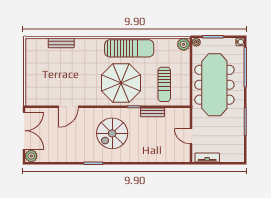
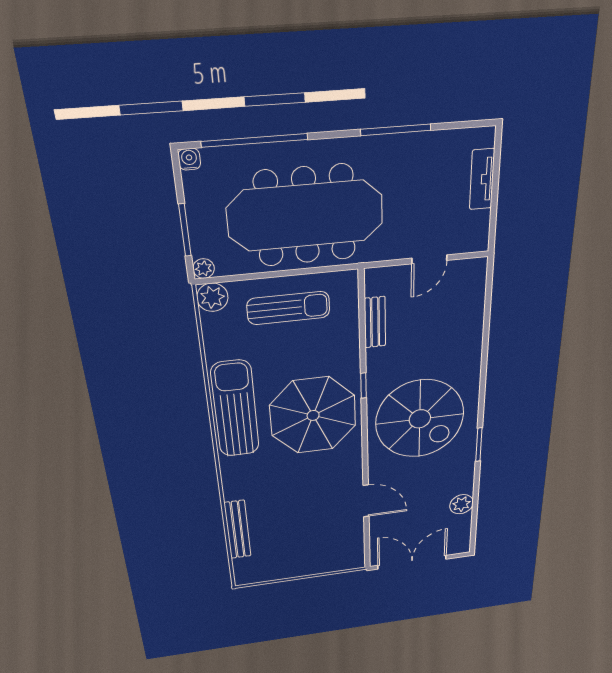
bench: (61, 43) -> (238, 530), width x1.36
sun lounger: (164, 84) -> (288, 308), moved
bench: (153, 112) -> (375, 322), moved
spiral stairs: (112, 133) -> (420, 419), width x1.37, depth x1.37
plant: (31, 156) -> (461, 504), moved
tv unit: (207, 157) -> (482, 179), moved

